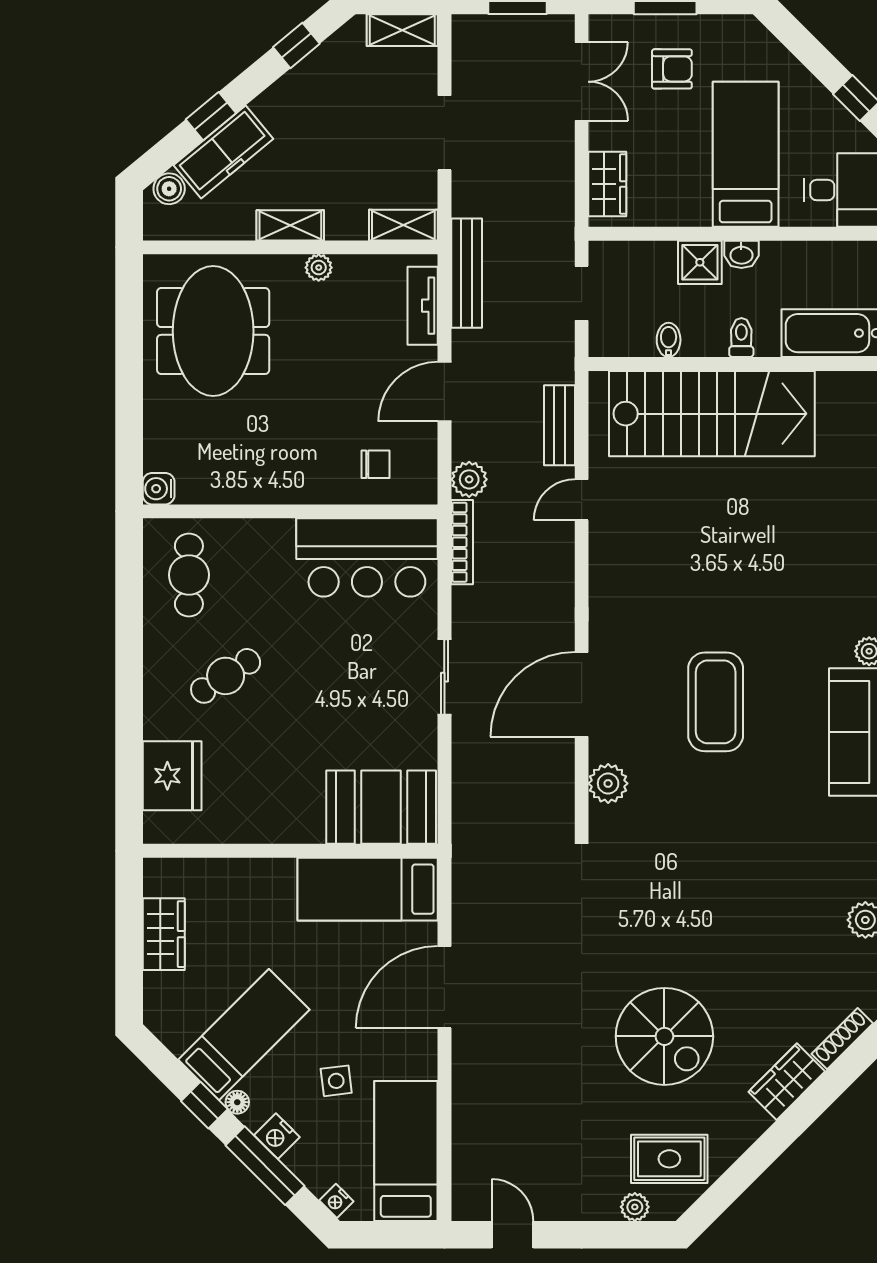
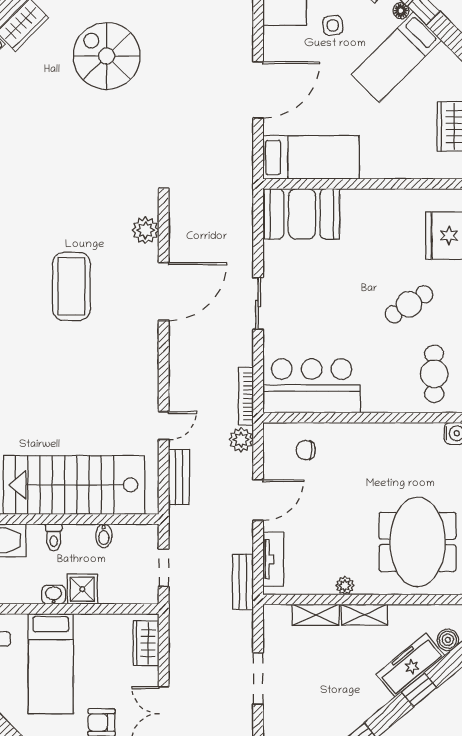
shelving: (403, 225) -> (316, 615), moved
bench: (467, 273) -> (243, 582), width x0.73

